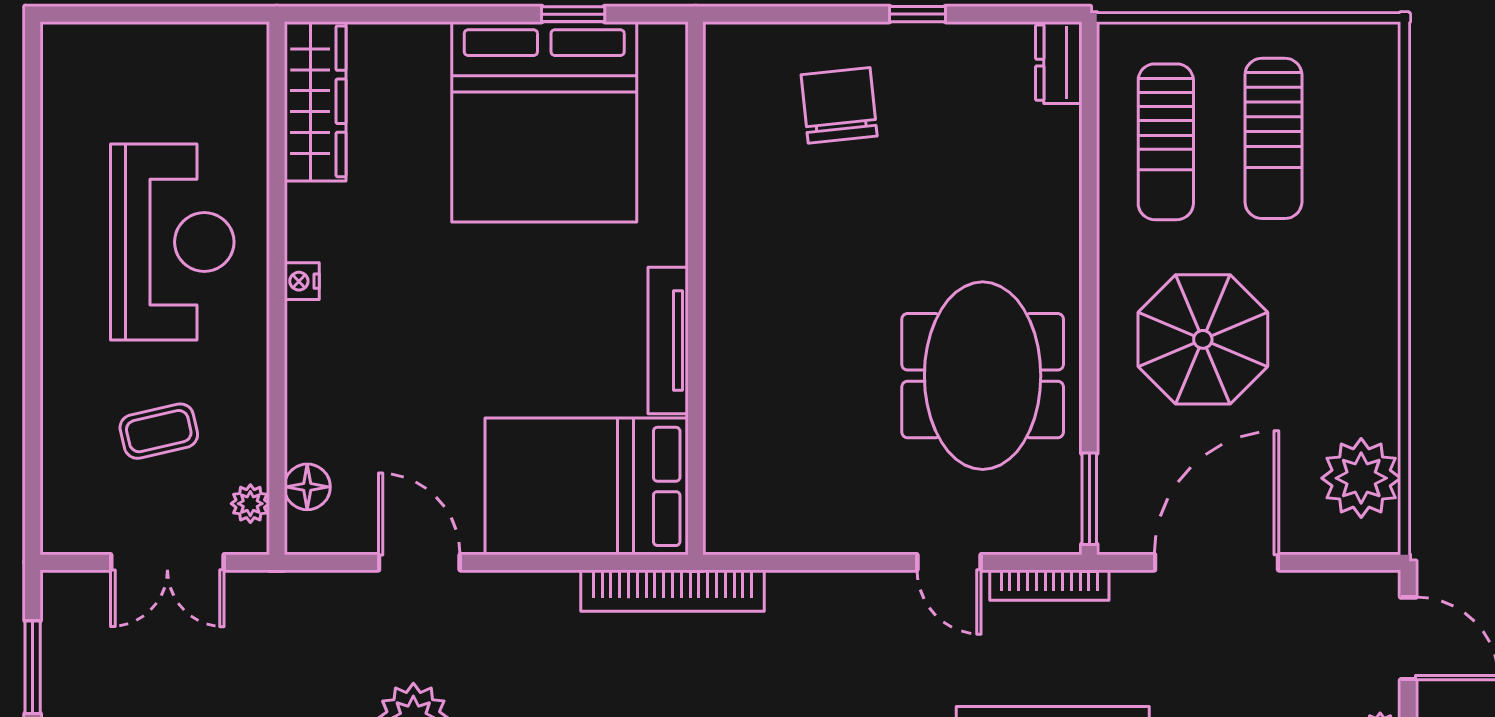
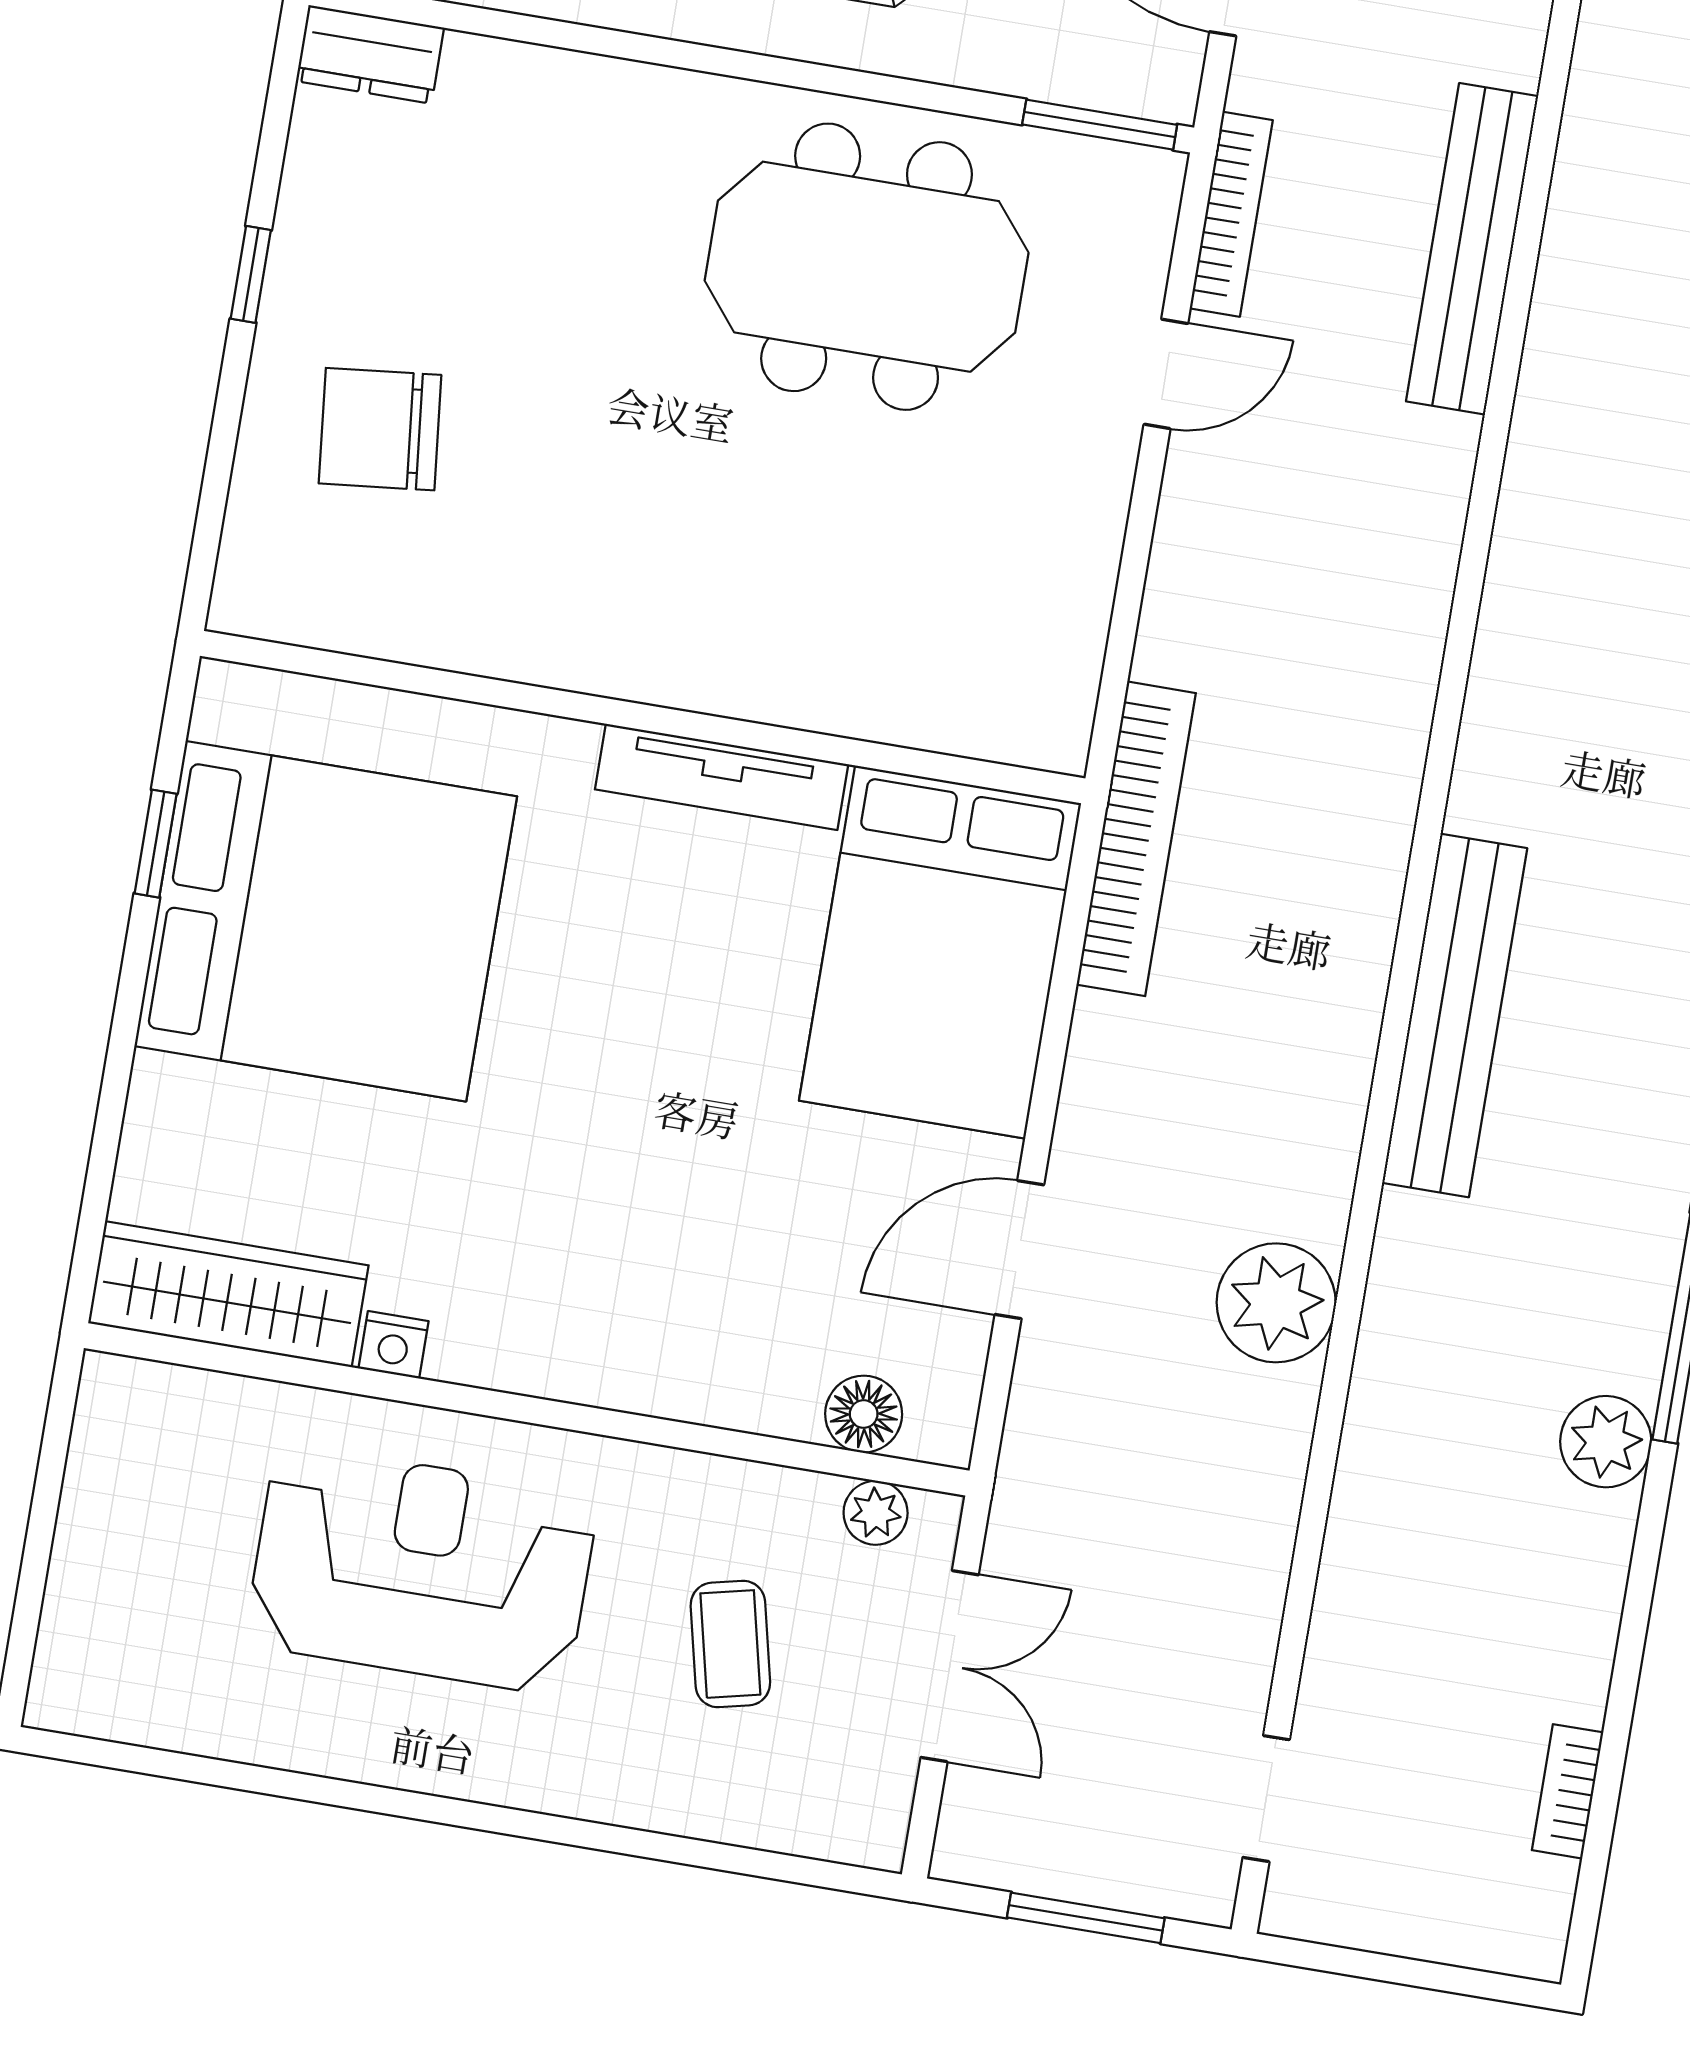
nightstand: (302, 281) -> (393, 1345), moved

